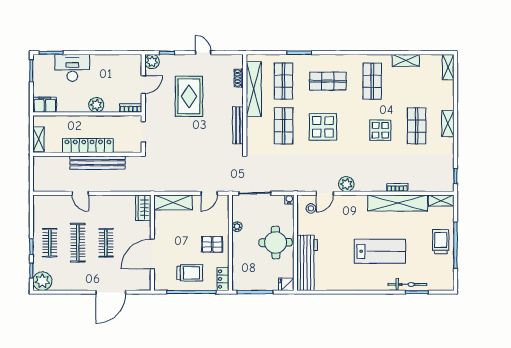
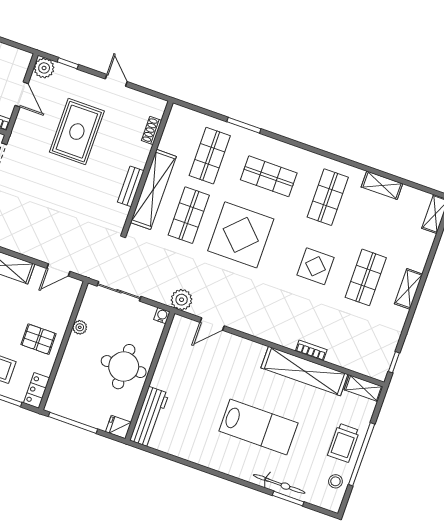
door: (143, 84) -> (22, 94), hinge flipped
shelving: (254, 89) -> (153, 189), moved
bench: (238, 125) -> (131, 186), width x0.73
display table: (323, 127) -> (241, 235), width x1.36, depth x1.36
plant: (346, 184) -> (182, 300), moved
stool: (311, 208) -> (335, 481), moved
trolley: (441, 242) -> (344, 443), turned 180
workbench: (307, 263) -> (149, 417), width x0.73, depth x0.76

